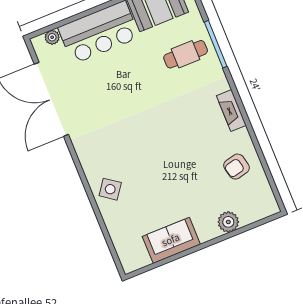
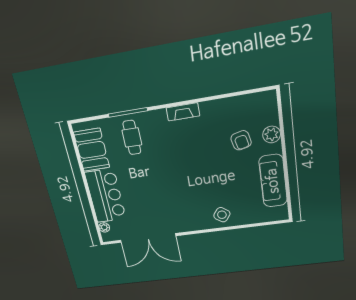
armchair: (236, 167) -> (241, 140), moved
sofa: (171, 240) -> (273, 181), width x1.36

